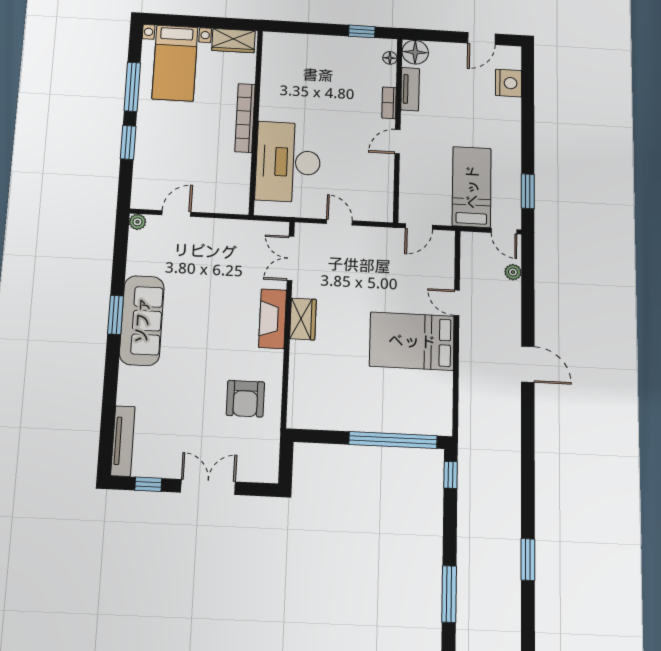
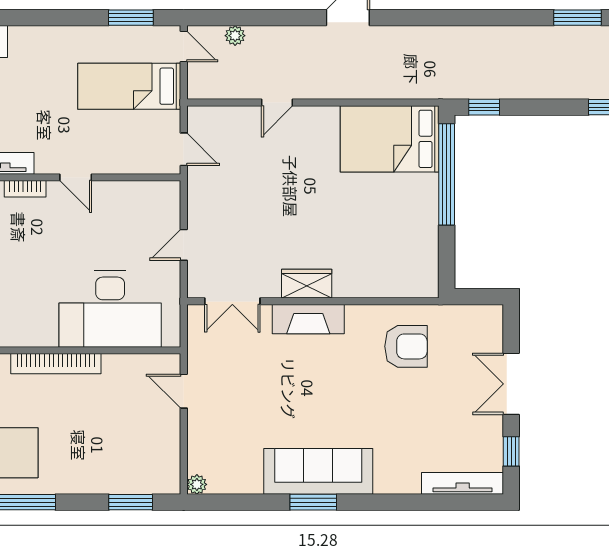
window: (128, 142) -> (131, 502), moved
door: (176, 213) -> (184, 391), moved
door: (504, 231) -> (184, 46), hinge flipped
bed: (412, 341) -> (390, 139), moved, turned 90

